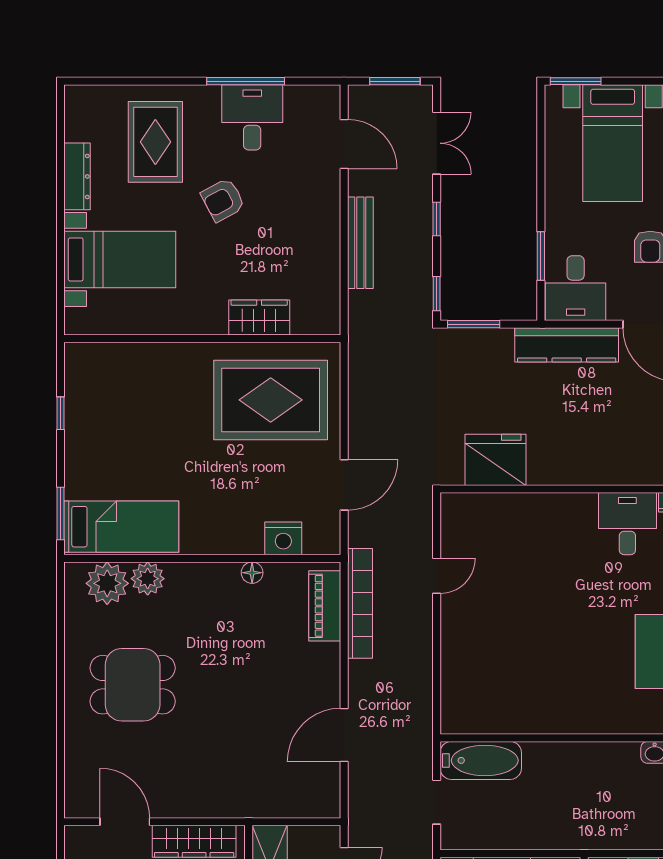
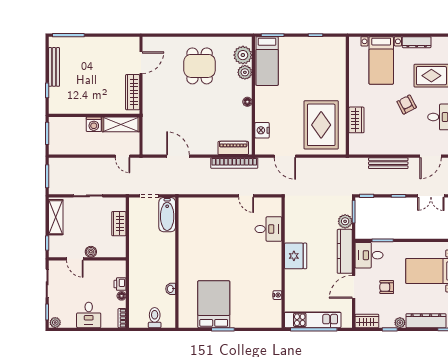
plant: (496, 344) -> (345, 221), added
fridge: (496, 460) -> (296, 256), moved
desk: (627, 524) -> (268, 229), moved
floor lamp: (252, 573) -> (247, 102), moved

